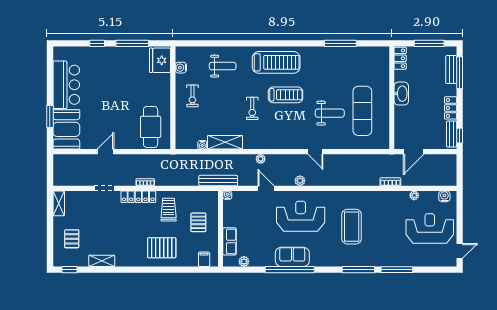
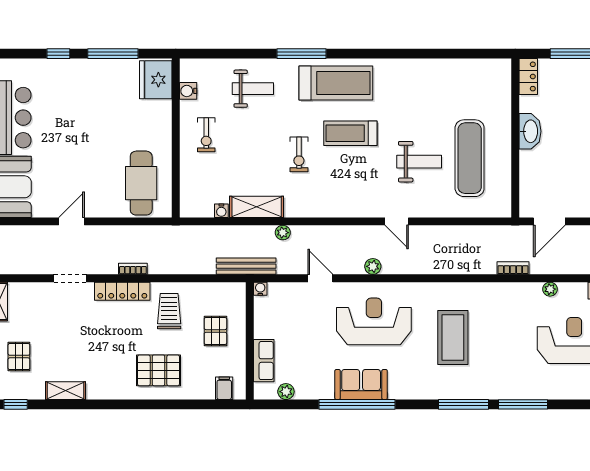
window: (340, 43) -> (302, 54), moved
treadmill: (285, 95) -> (350, 133), turned 180
plant: (261, 159) -> (283, 233), moved

